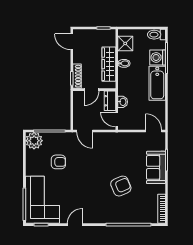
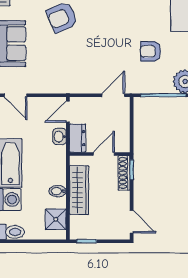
door: (117, 119) -> (68, 112), swing flipped
door: (85, 131) -> (113, 95), hinge flipped

